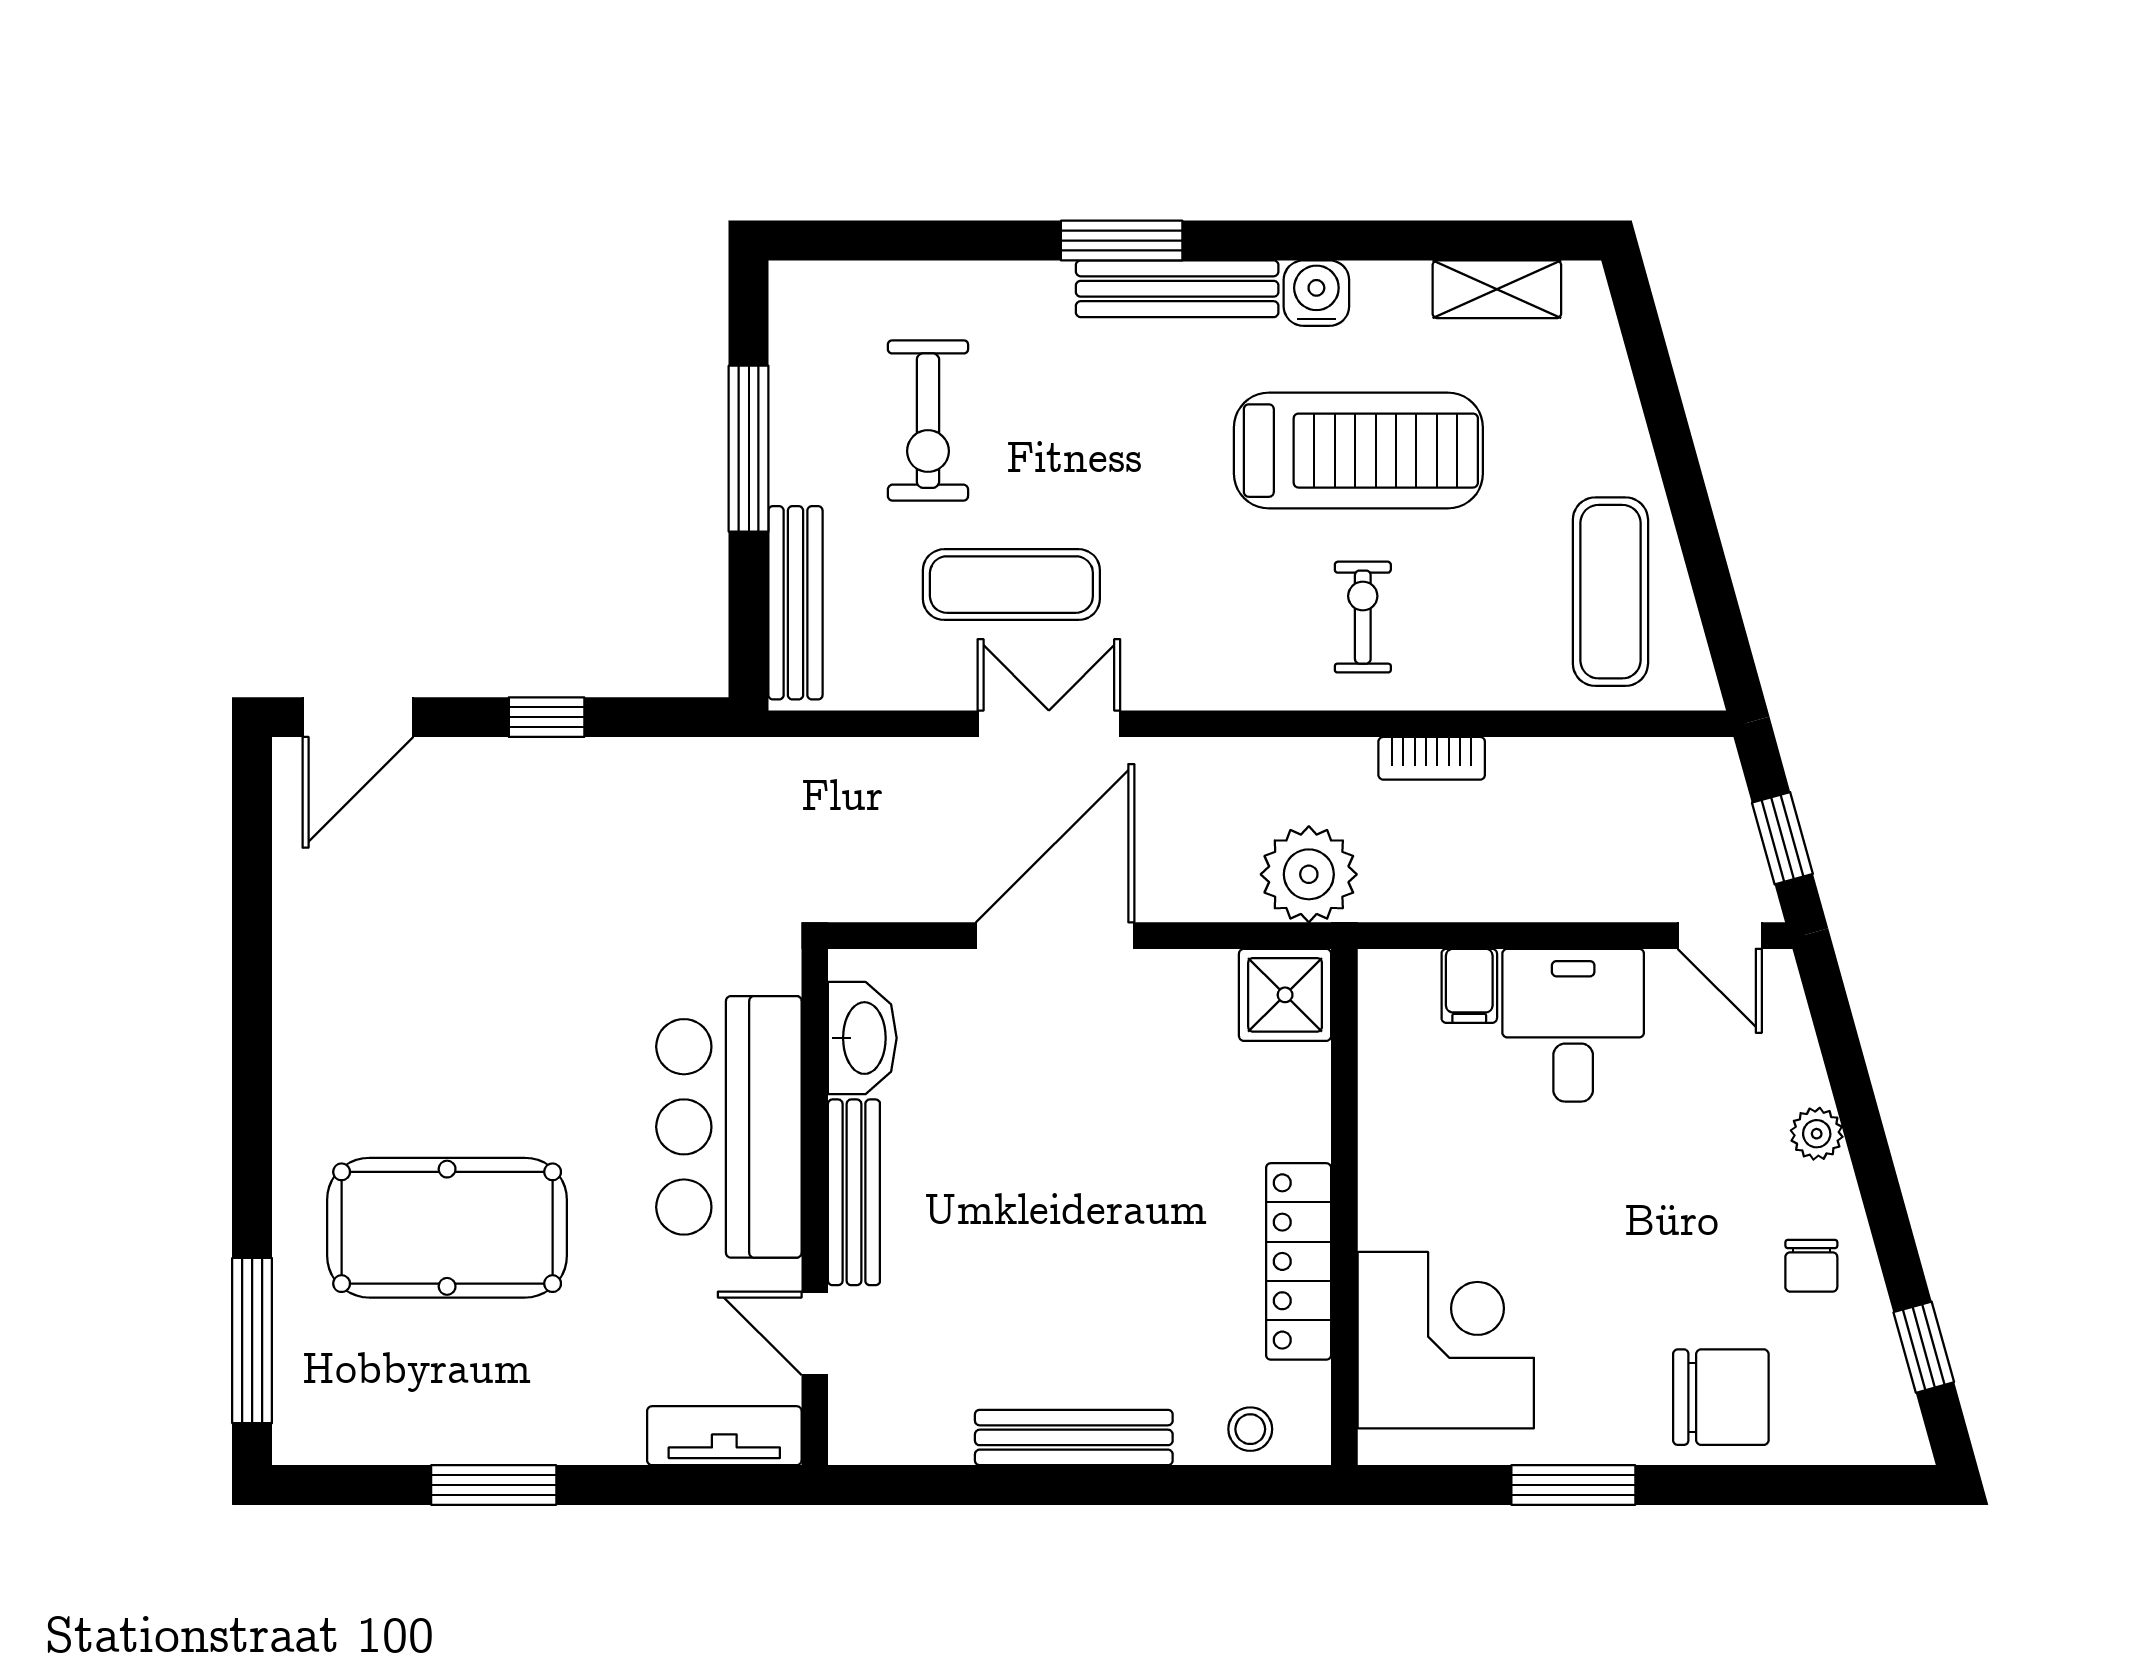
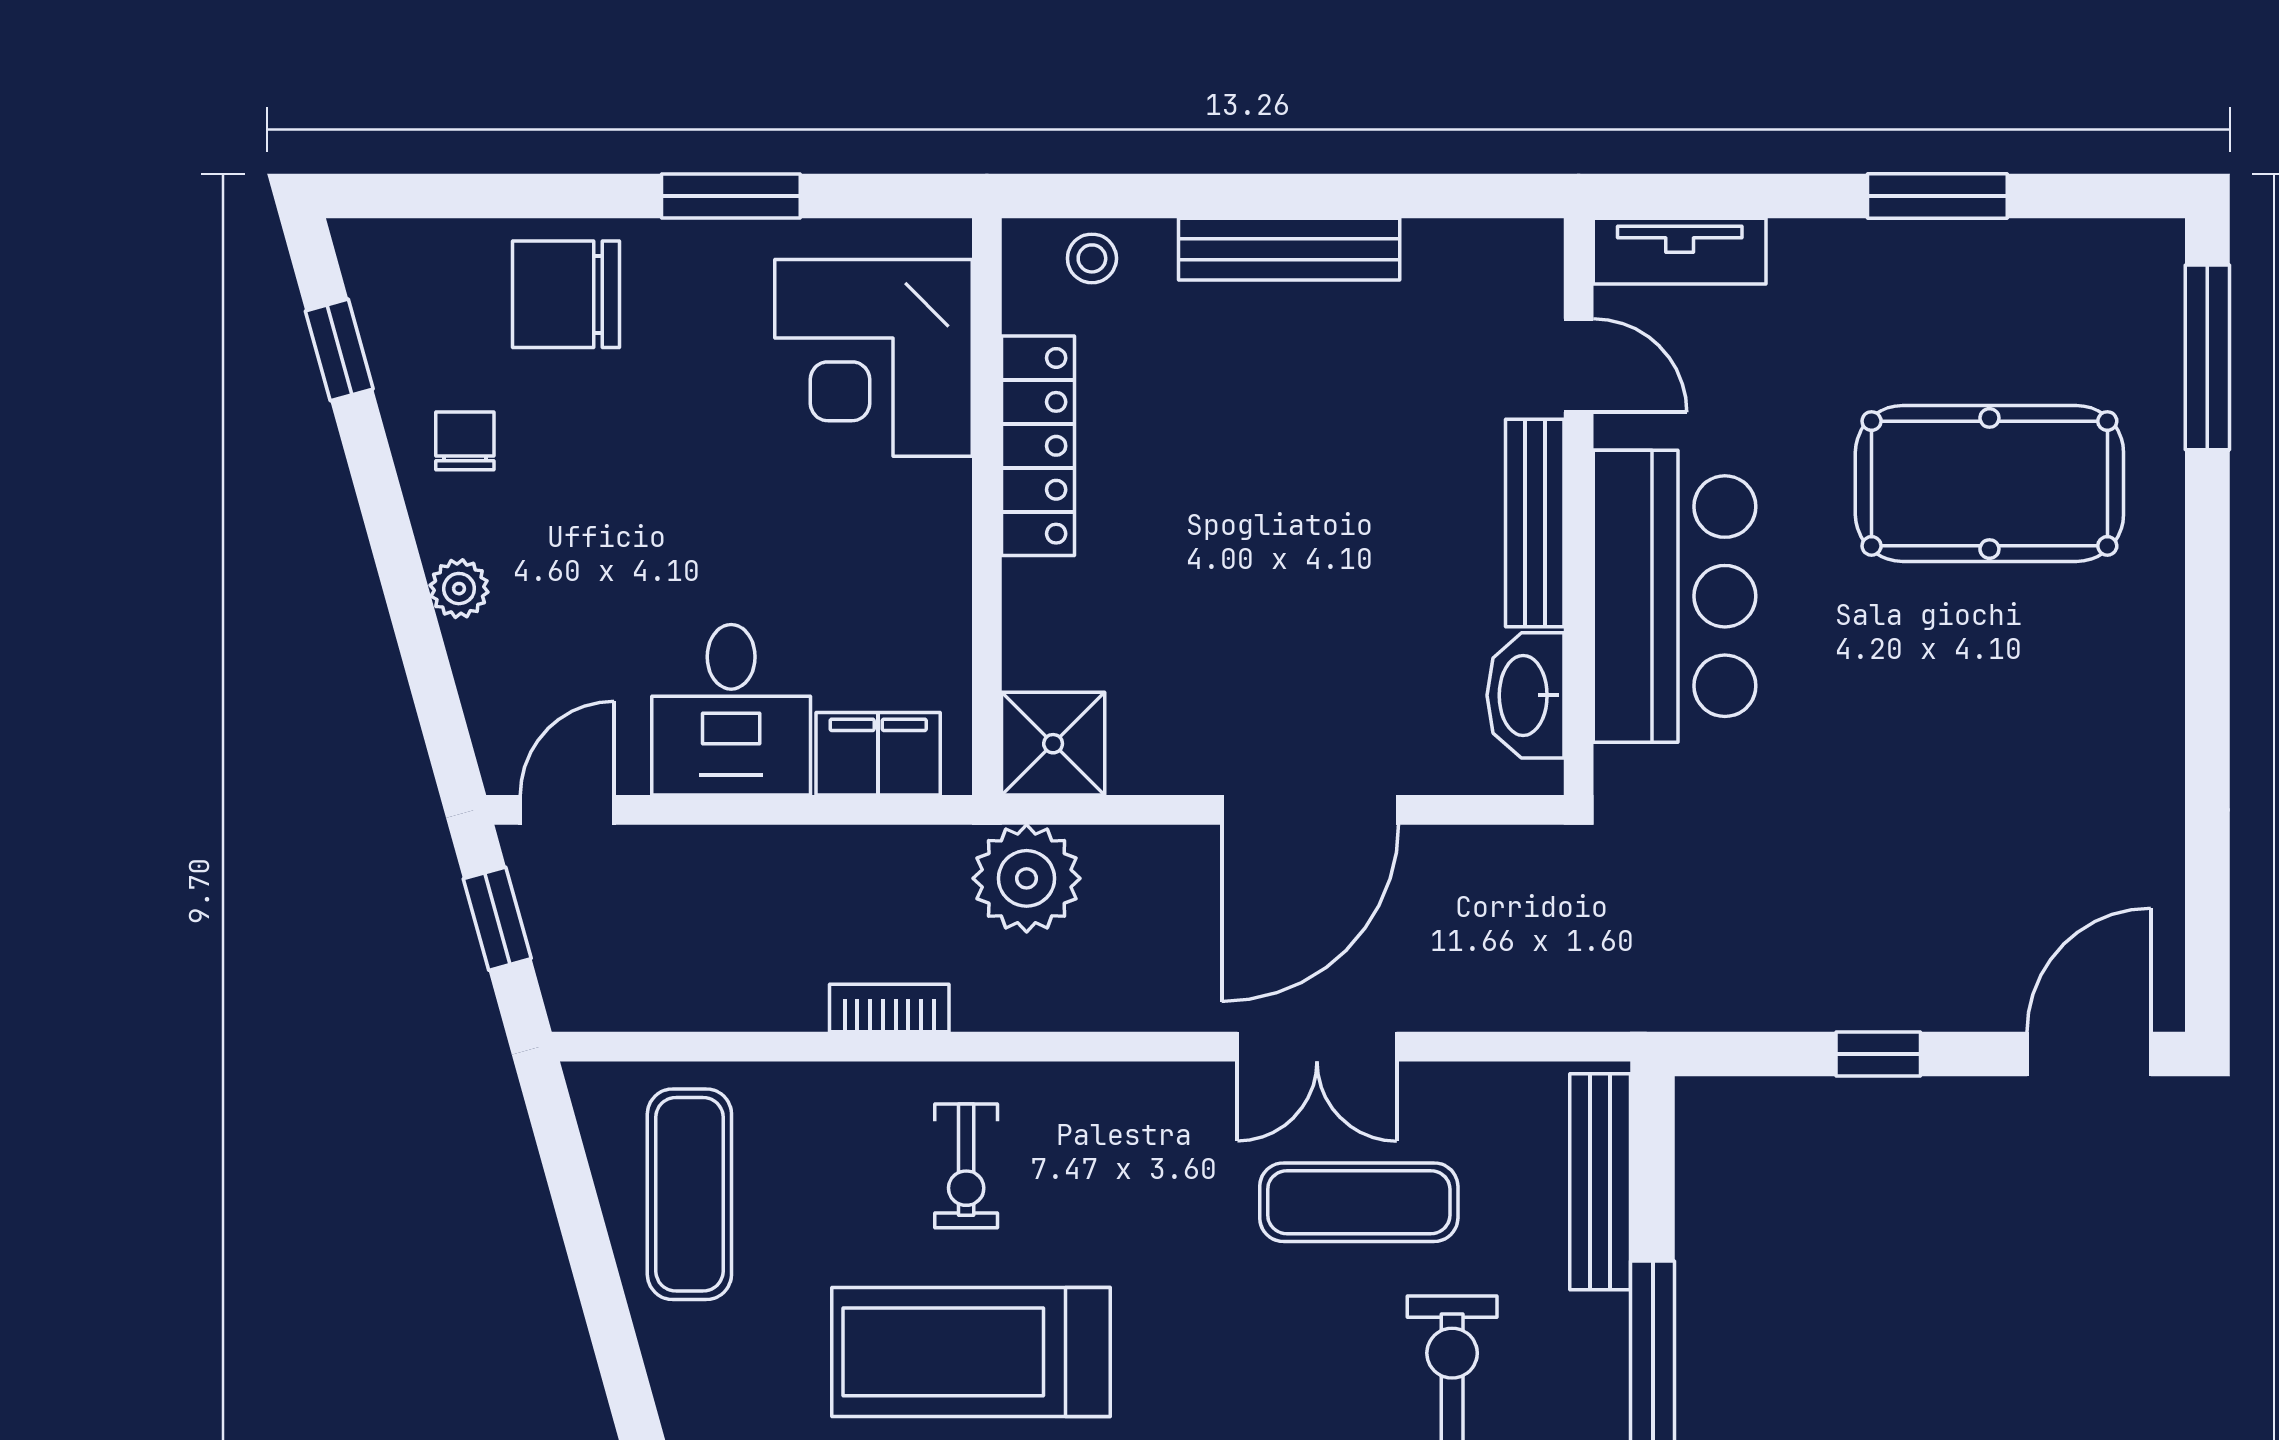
door: (1720, 936) -> (567, 810), hinge flipped
filing cabinet: (1469, 986) -> (878, 754), width x2.00

